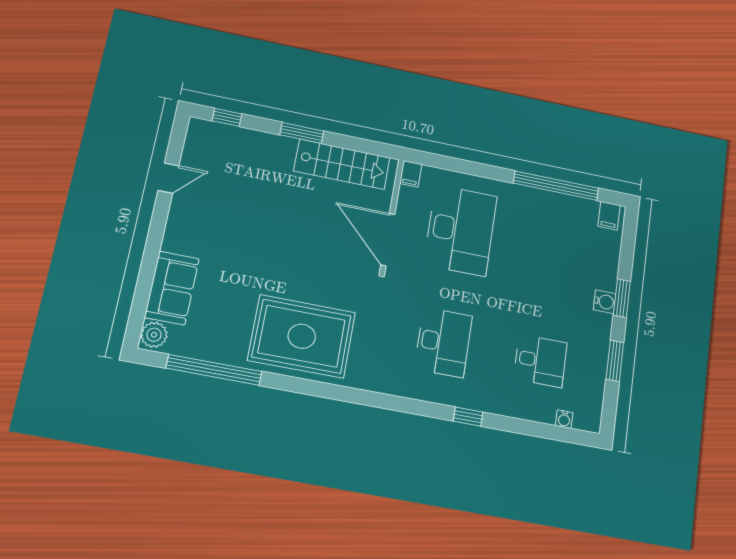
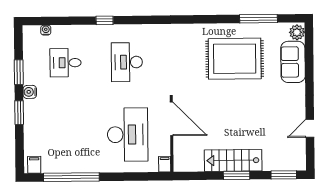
window: (227, 117) -> (284, 175), width x1.50
stairs: (342, 164) -> (233, 160), moved
desk: (460, 230) -> (128, 135), turned 180
water cooler: (605, 302) -> (30, 92), moved
rug: (302, 336) -> (235, 59), moved
window: (214, 370) -> (258, 19), width x0.68

